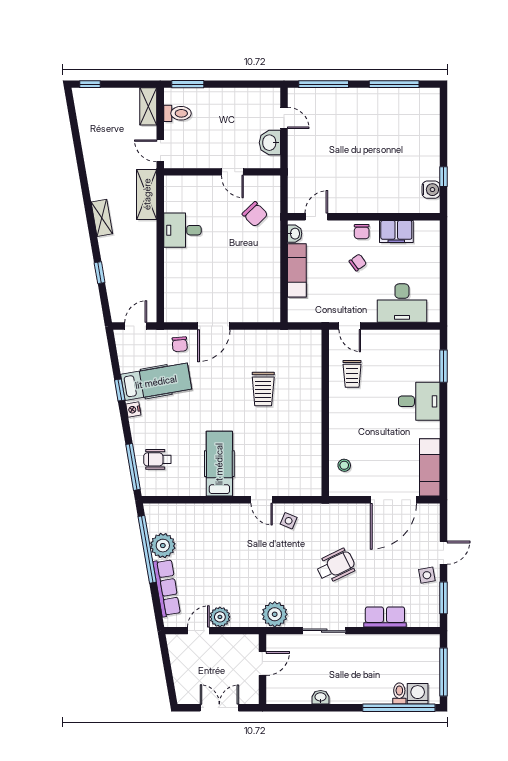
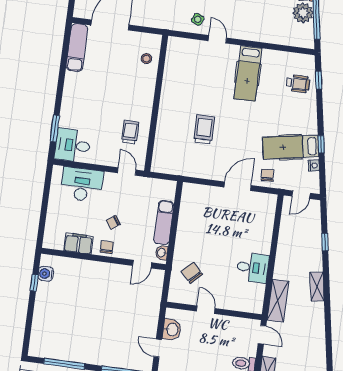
desk: (419, 401) -> (73, 145), moved
nightstand: (133, 410) -> (314, 166), moved
window: (133, 467) -> (319, 80), width x0.46

